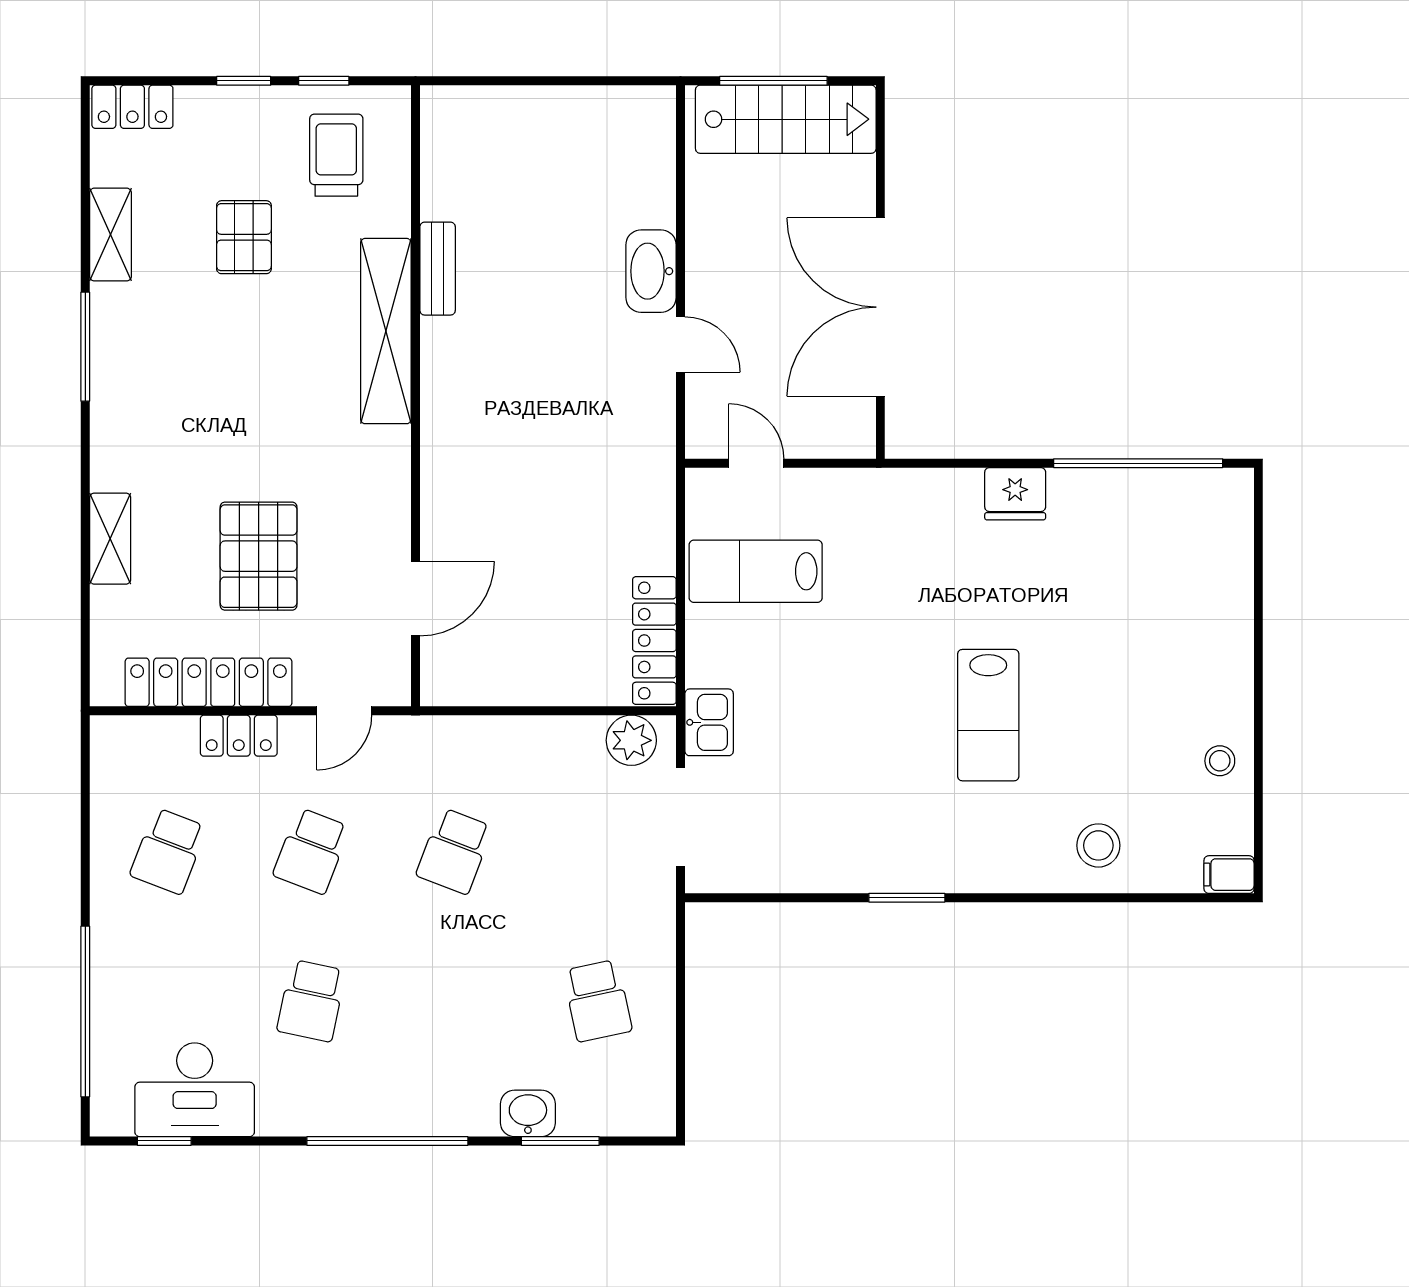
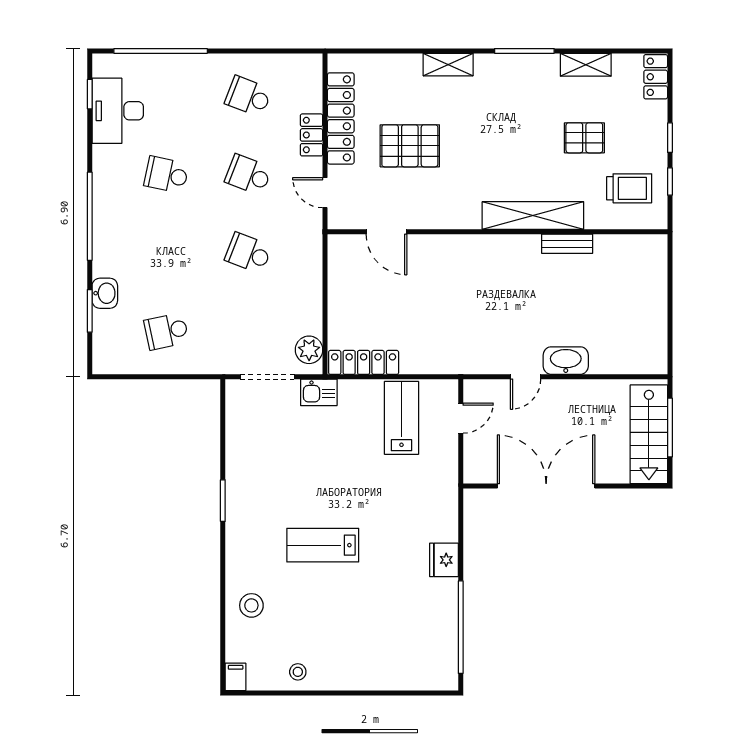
shelving: (110, 539) -> (448, 65), moved

